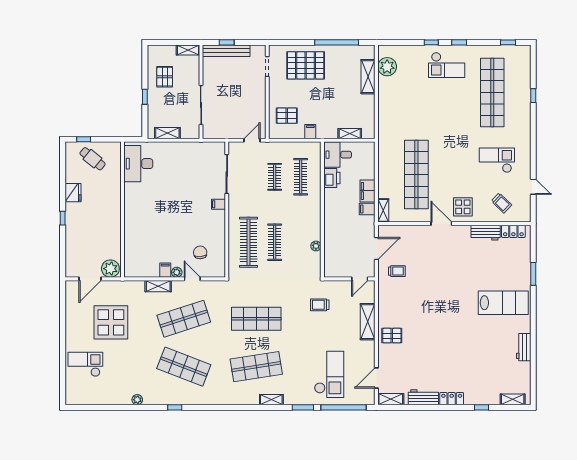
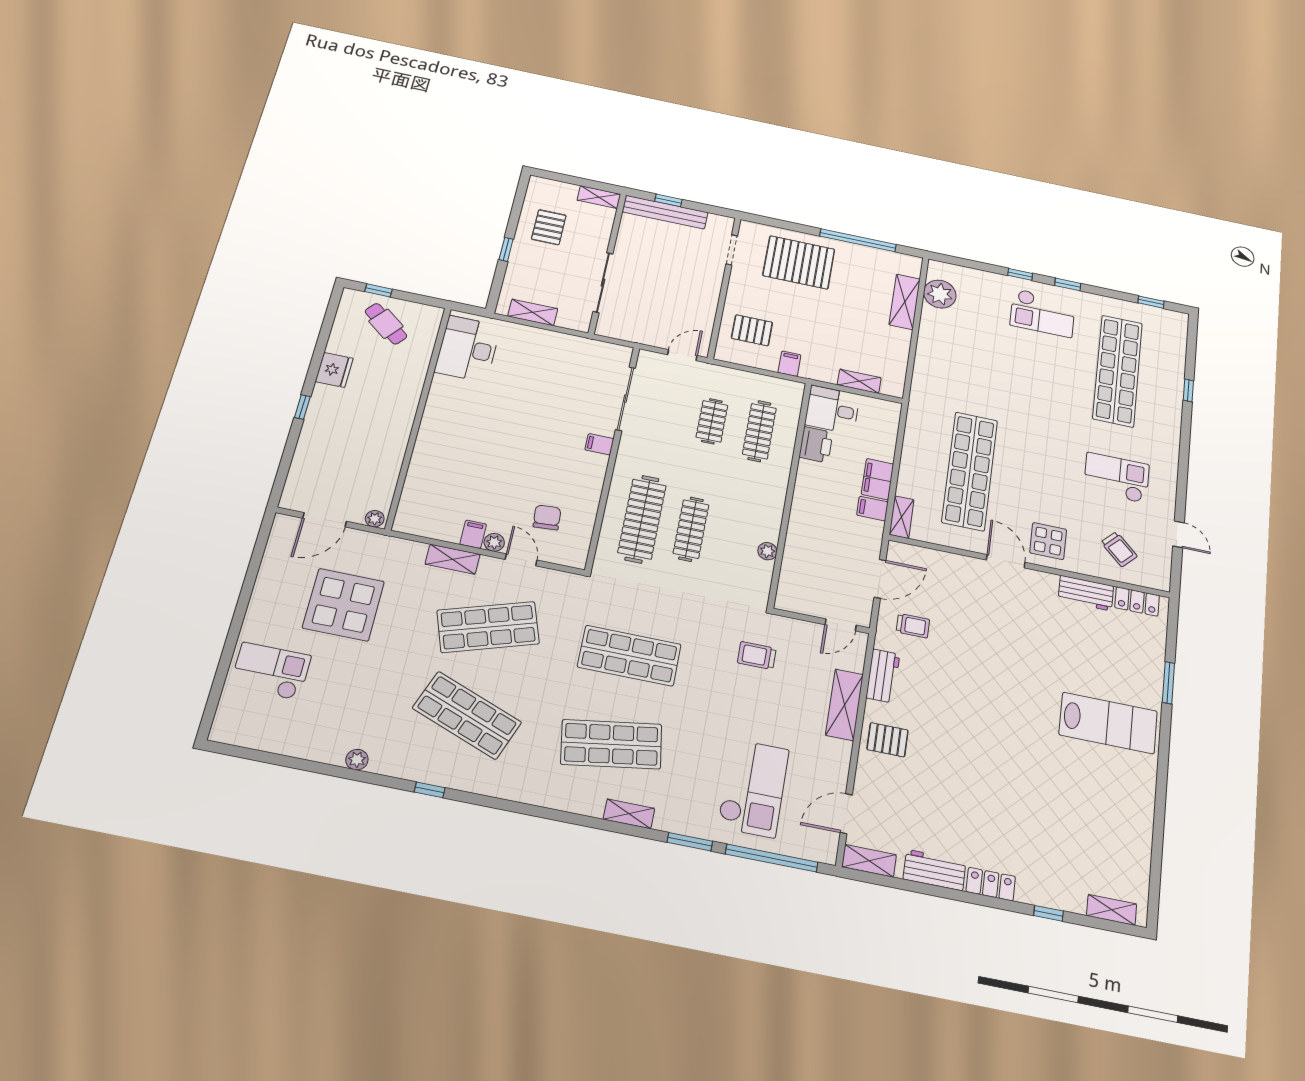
plant: (110, 269) -> (375, 519), width x0.53, depth x0.53
workbench: (524, 347) -> (883, 676), moved, turned 180

